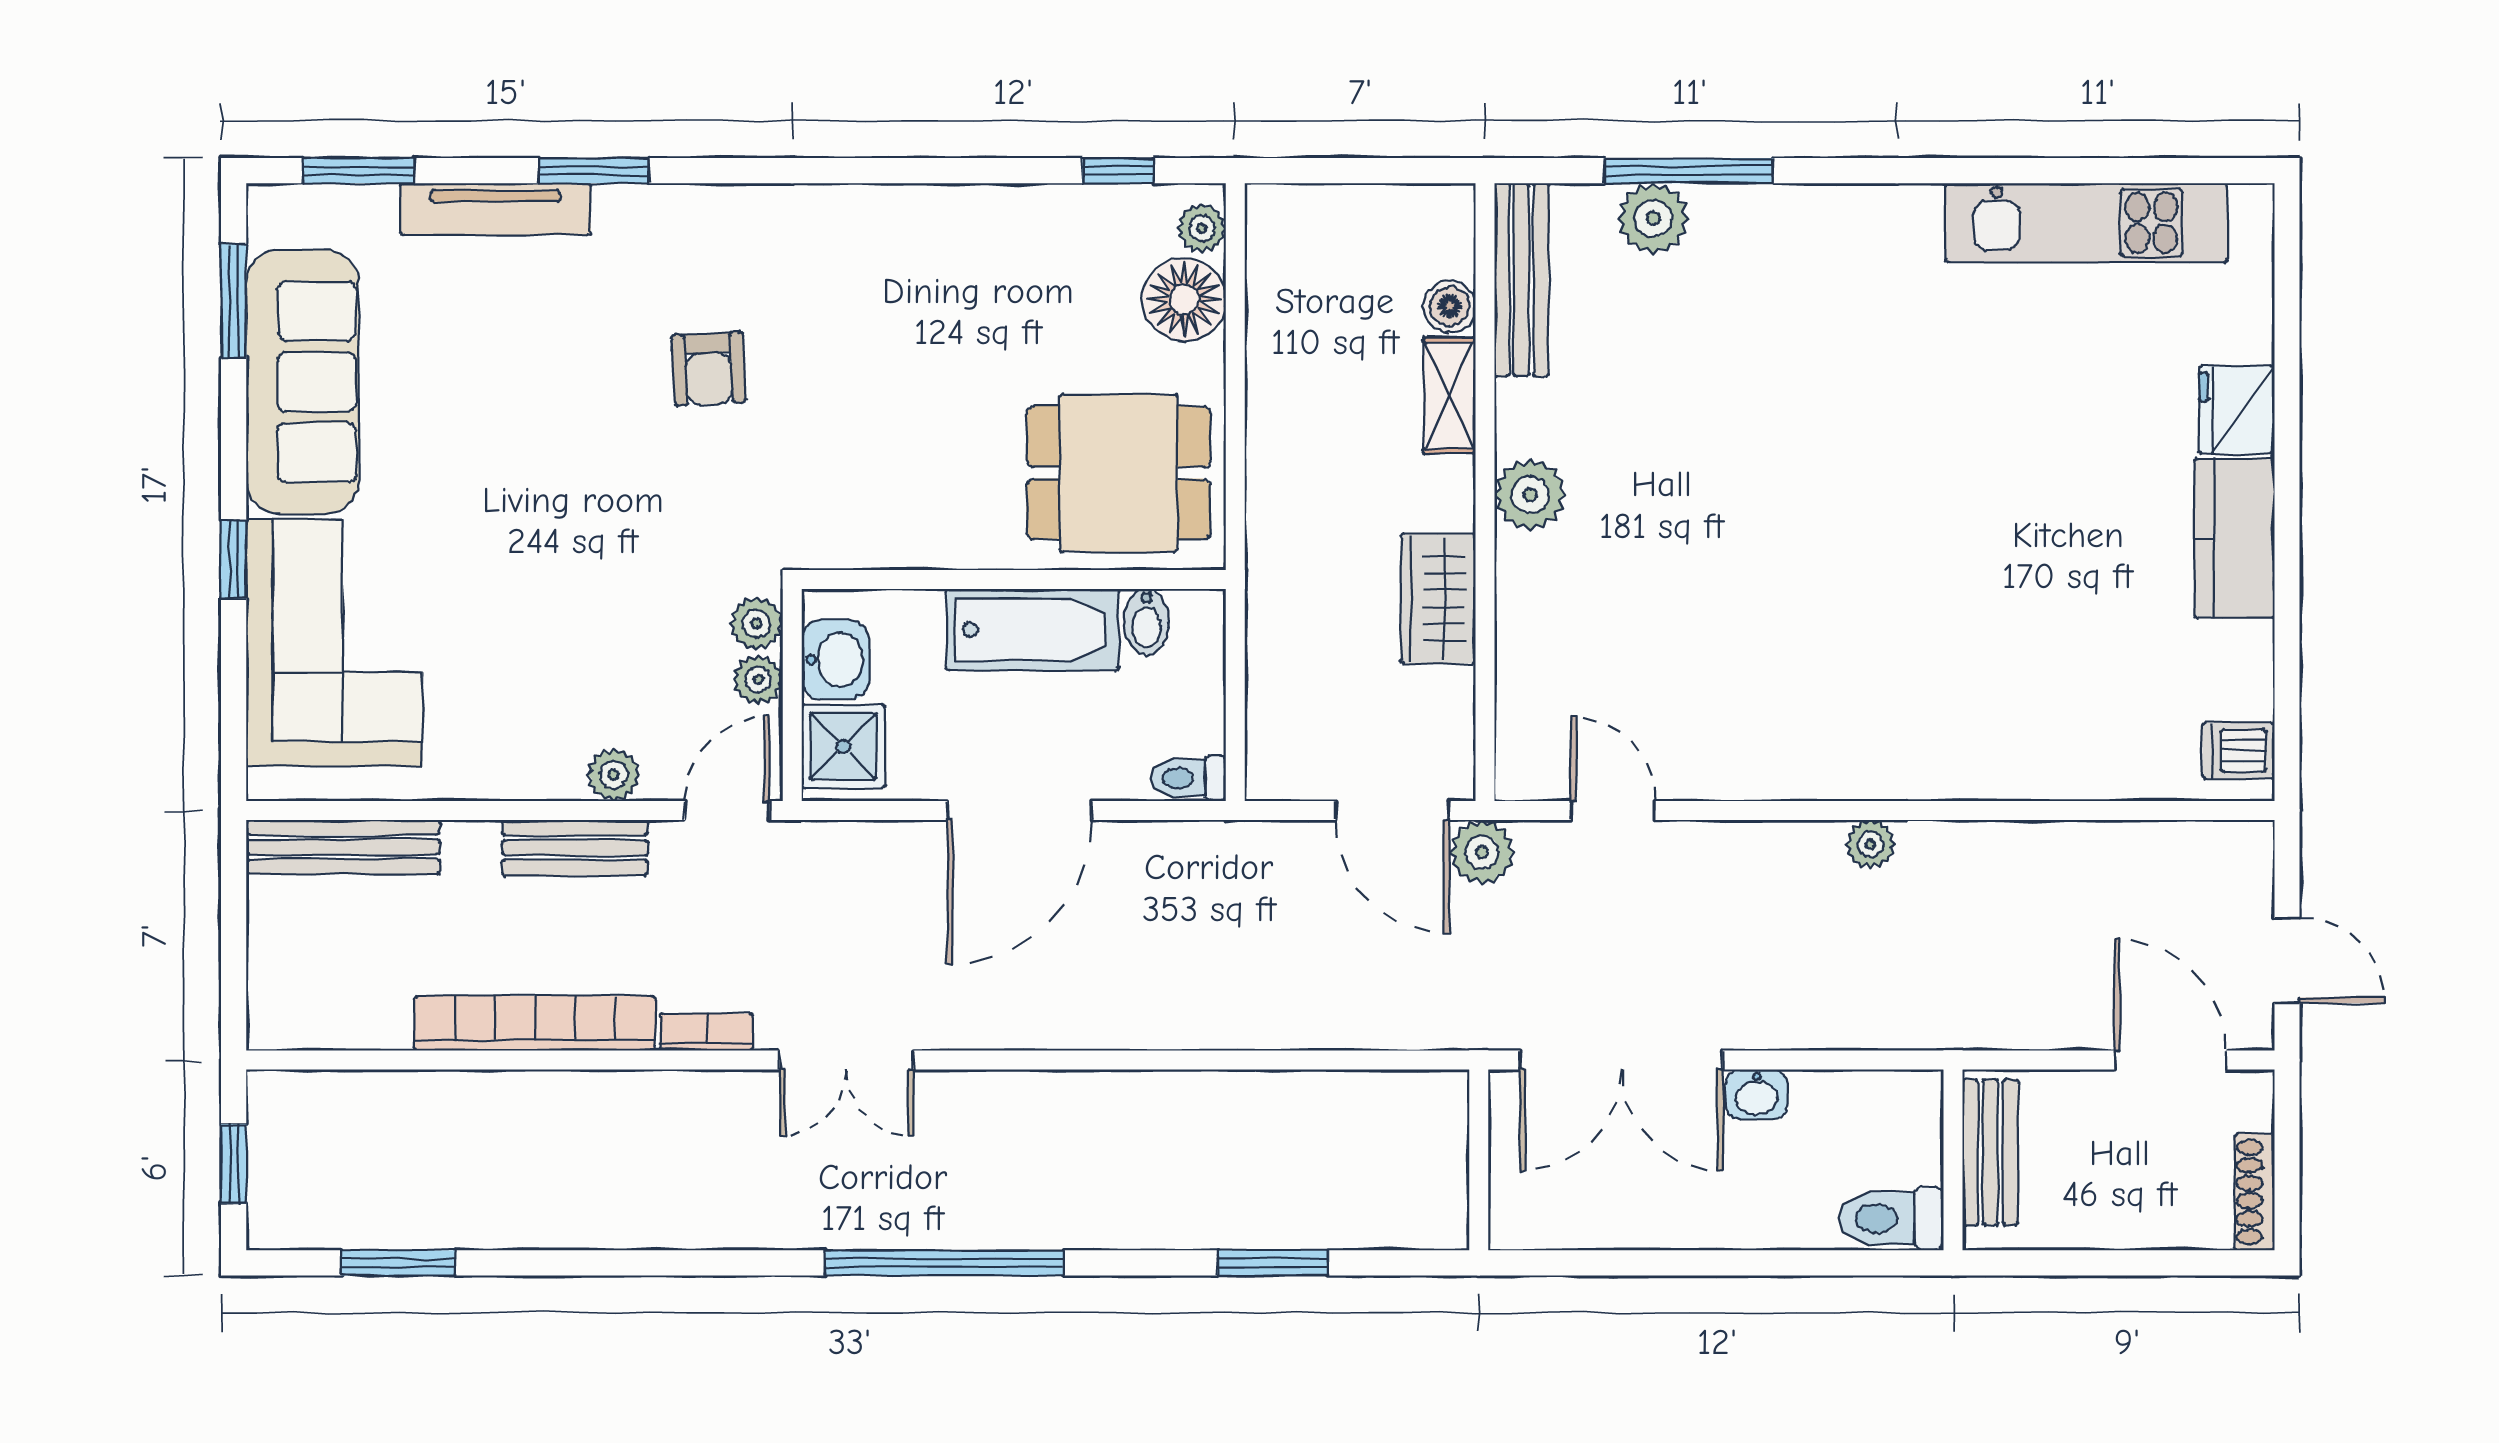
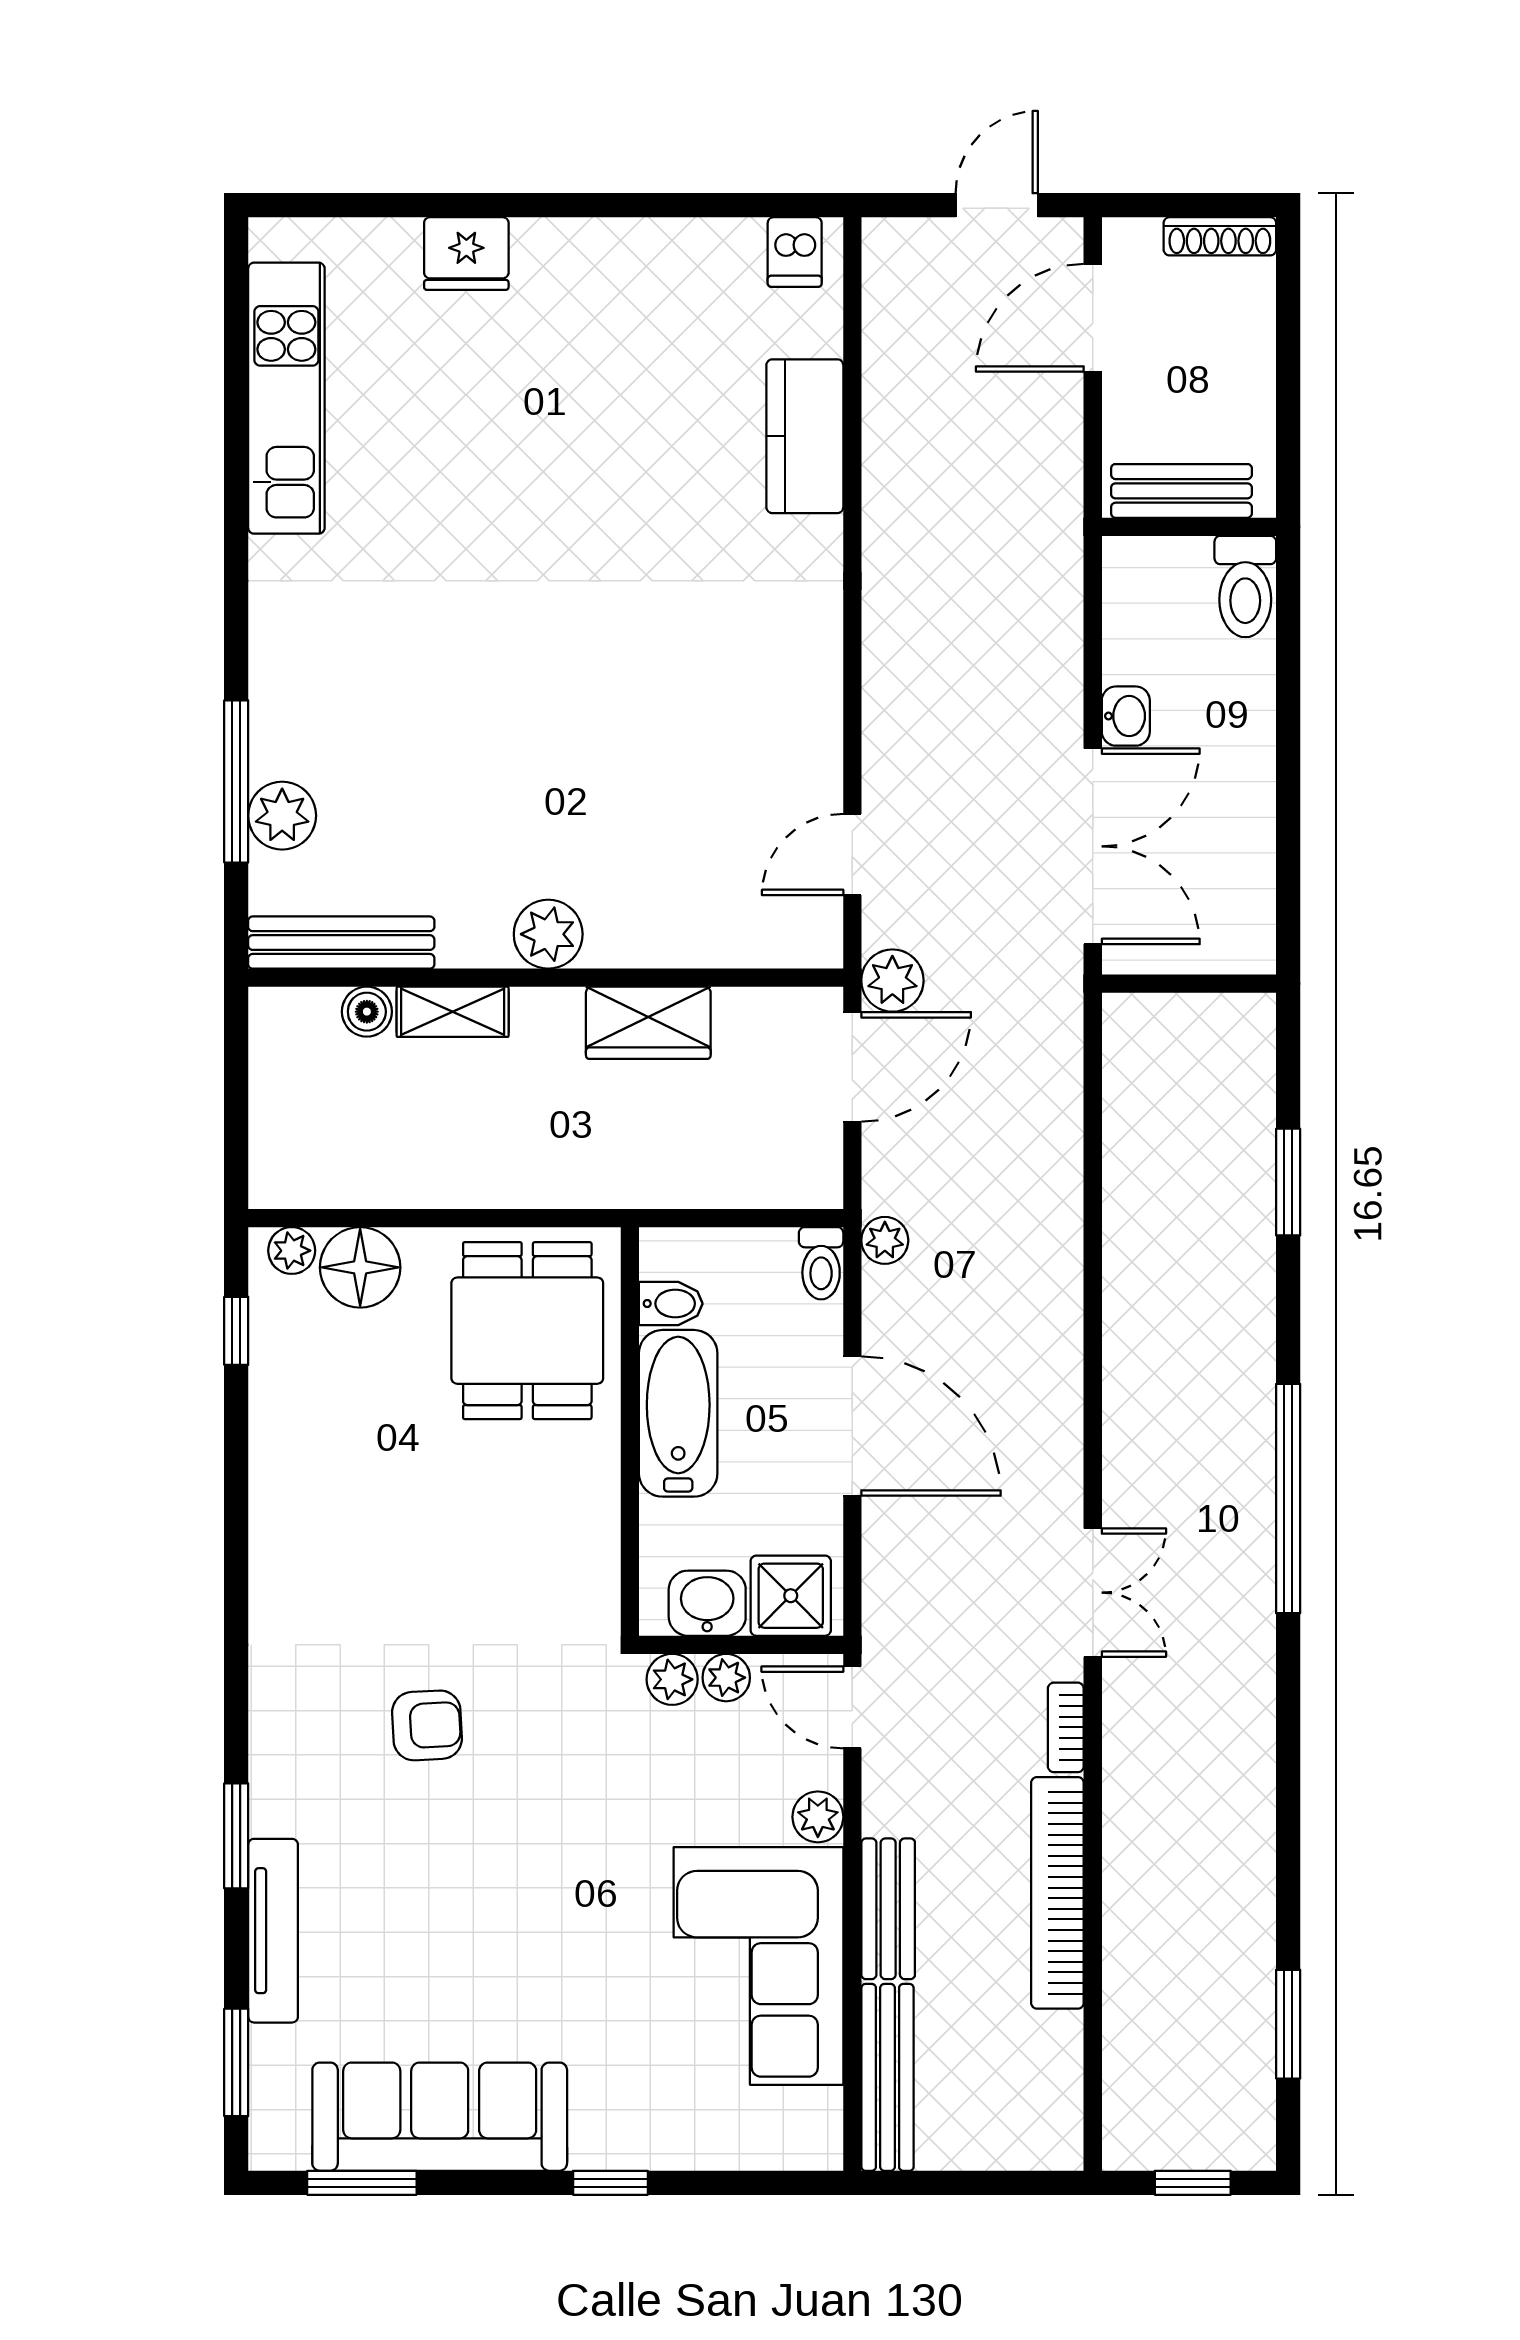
kitchen counter: (2235, 538) -> (805, 436), moved, turned 90
corner sofa: (334, 643) -> (758, 1966), moved, turned -90
plant: (1870, 844) -> (885, 1240), moved
bench: (575, 848) -> (888, 1909), moved

